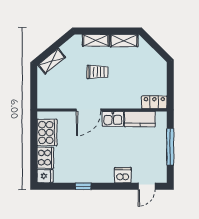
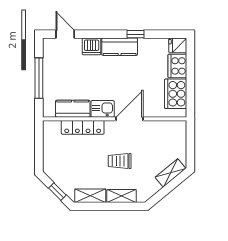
window: (154, 44) -> (57, 192), added
locker: (154, 102) -> (83, 127), moved, width x1.53
kitchen counter: (98, 175) -> (120, 47), added
door: (147, 186) -> (65, 34), hinge flipped

